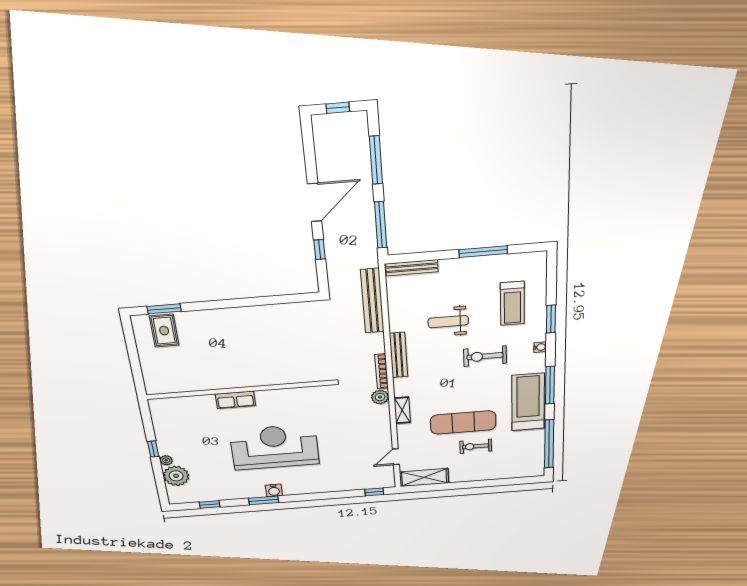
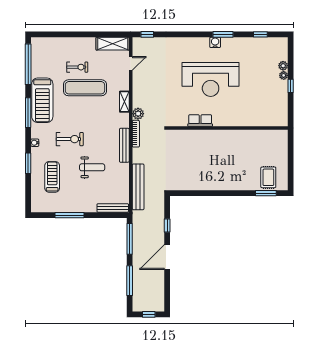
row of seats: (235, 400) -> (200, 120), moved
plant: (176, 476) -> (283, 66), width x0.53, depth x0.53

